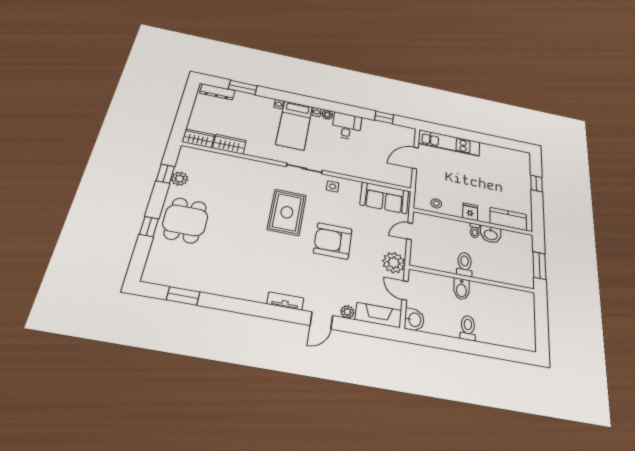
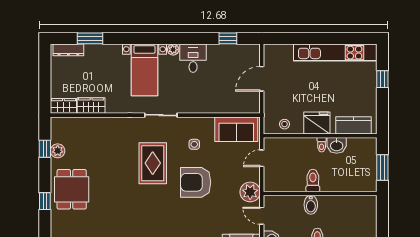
kitchen unit: (449, 143) -> (335, 53), moved, width x1.36
side table: (333, 186) -> (194, 144), moved
fridge: (470, 212) -> (317, 123), width x1.88, depth x1.34

